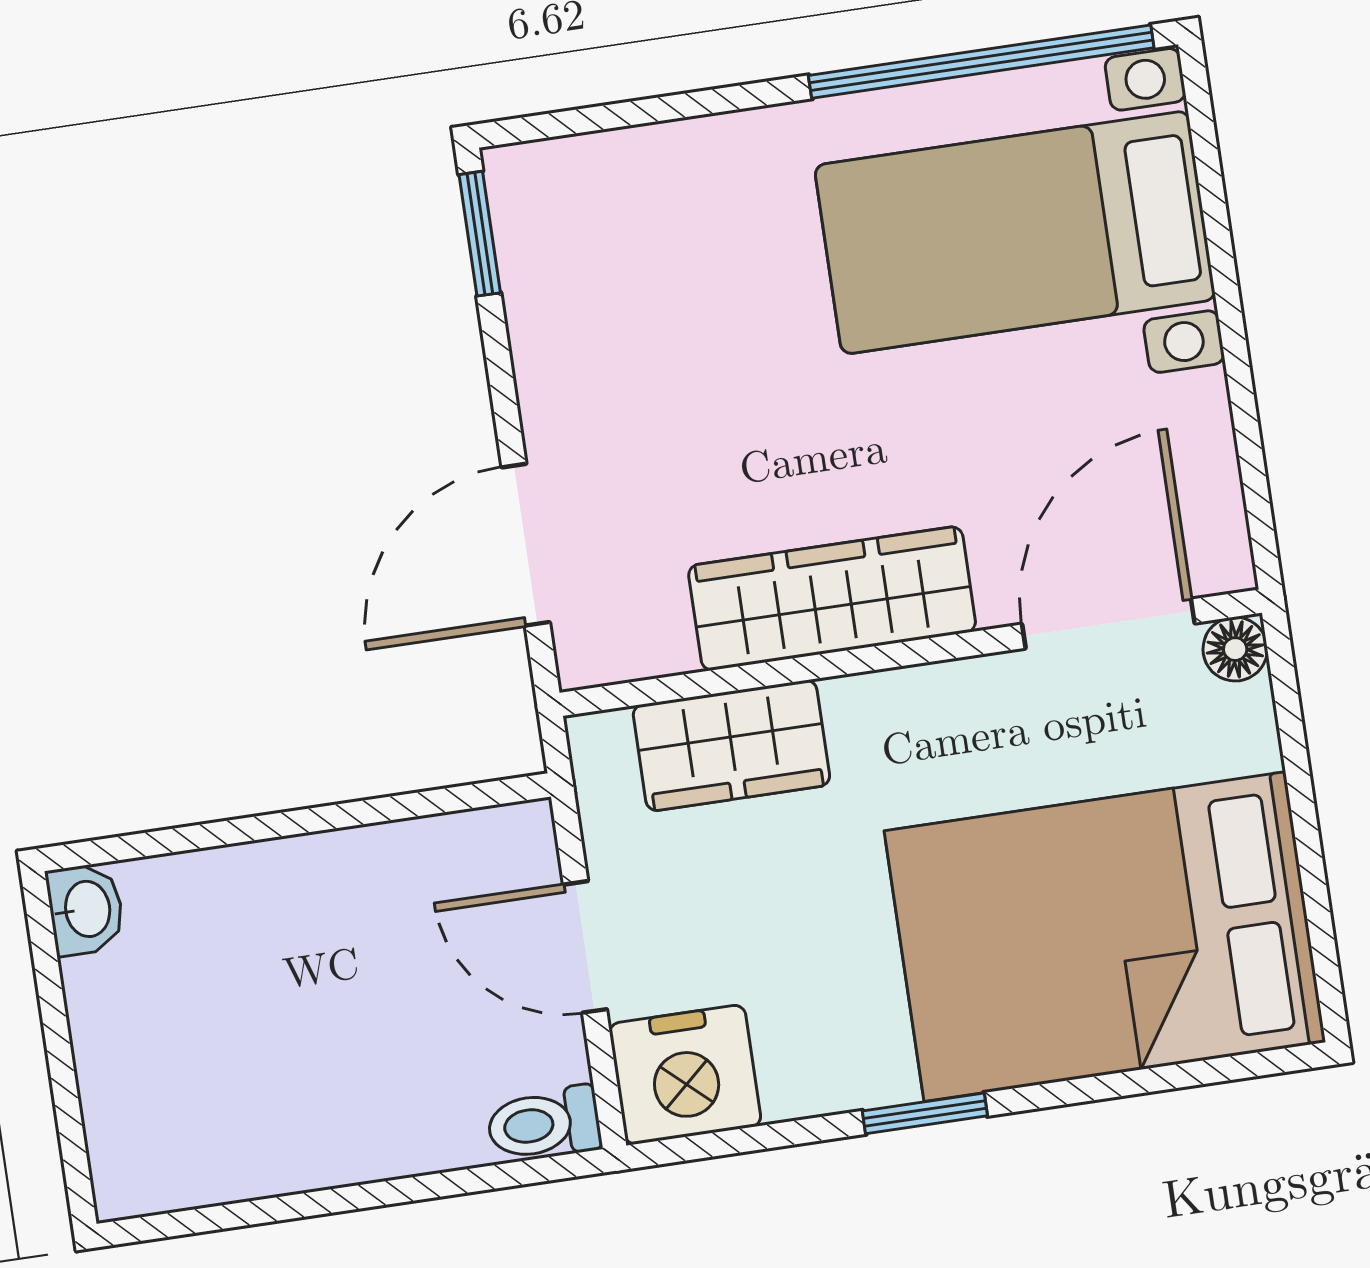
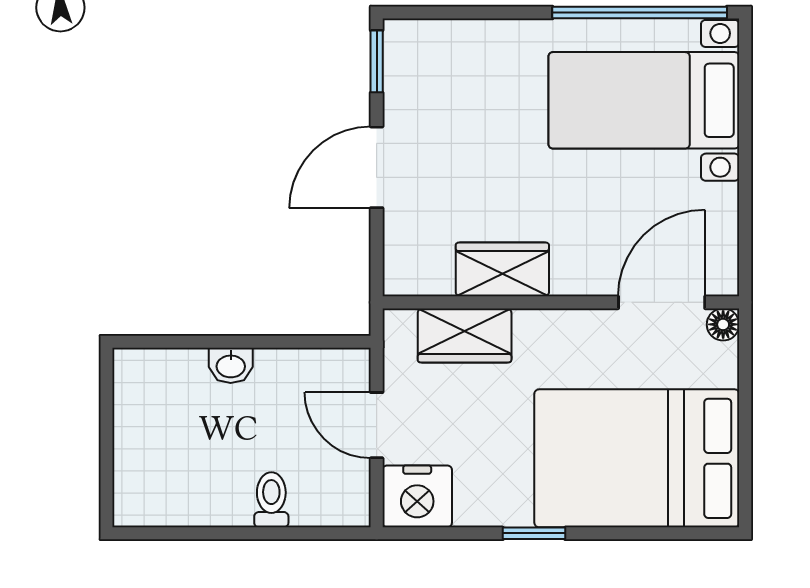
door: (526, 545) -> (377, 167), moved
wardrobe: (832, 598) -> (502, 269), width x0.67
washbasin: (86, 909) -> (231, 365), moved, turned 90
toilet: (544, 1124) -> (271, 500), moved, turned 90

